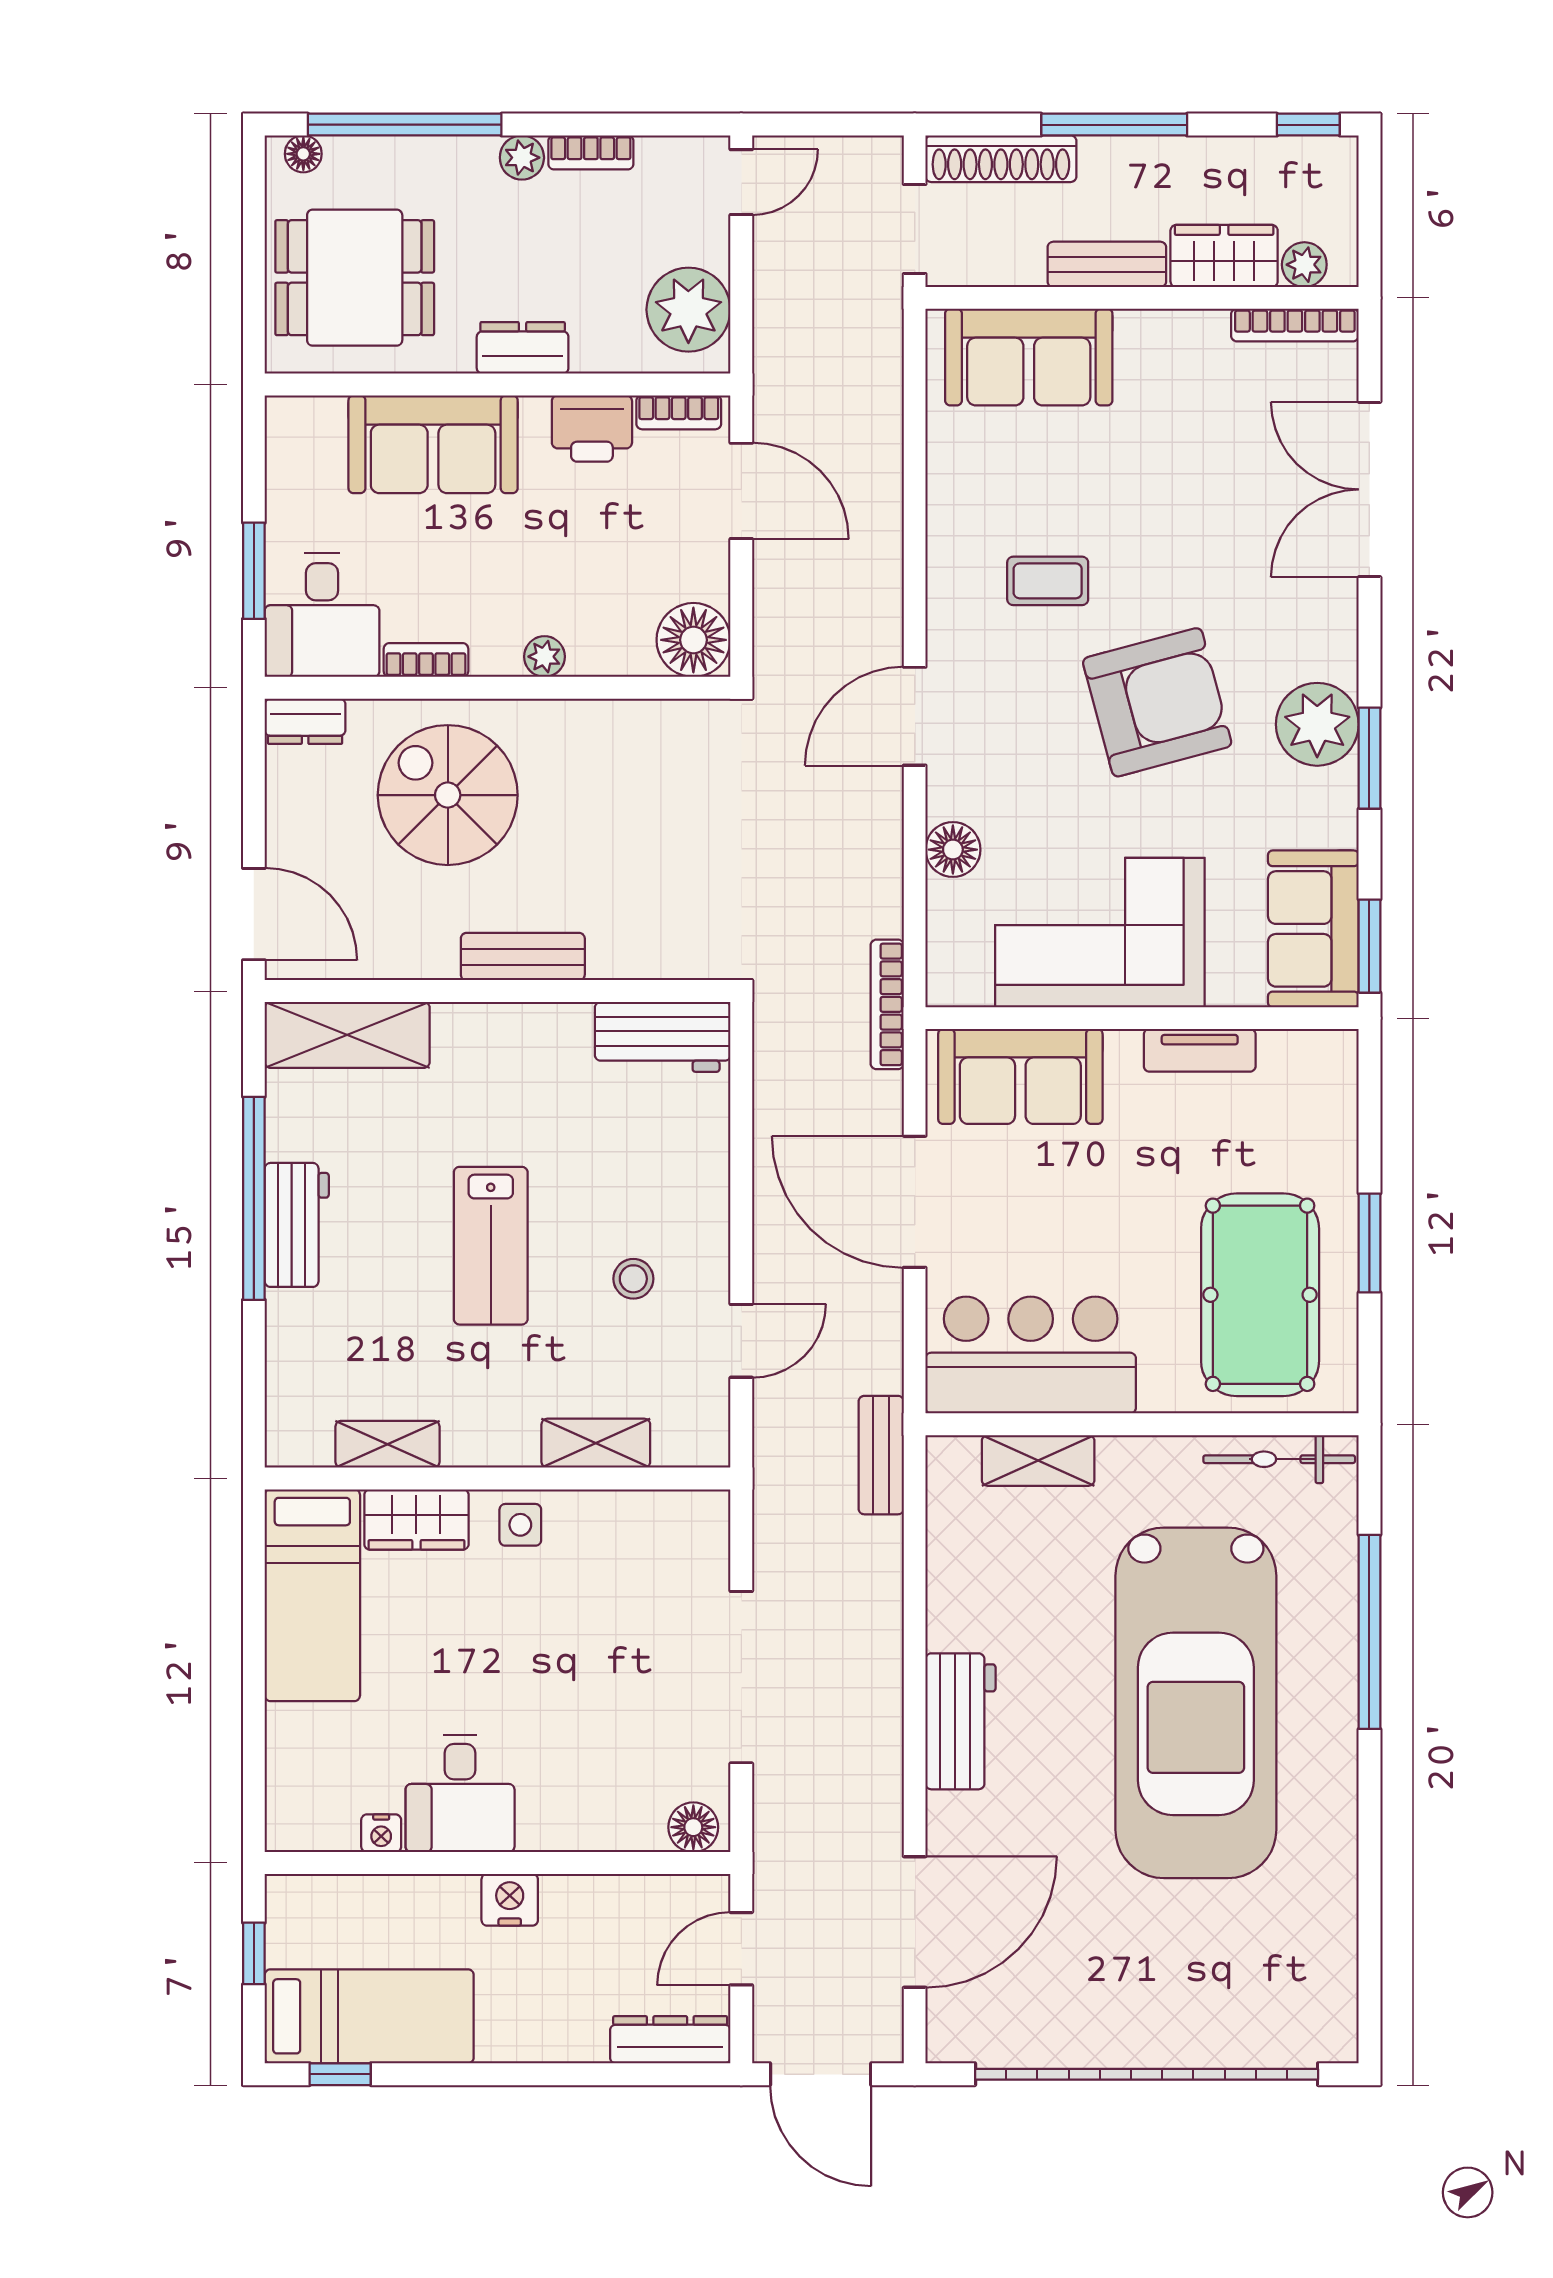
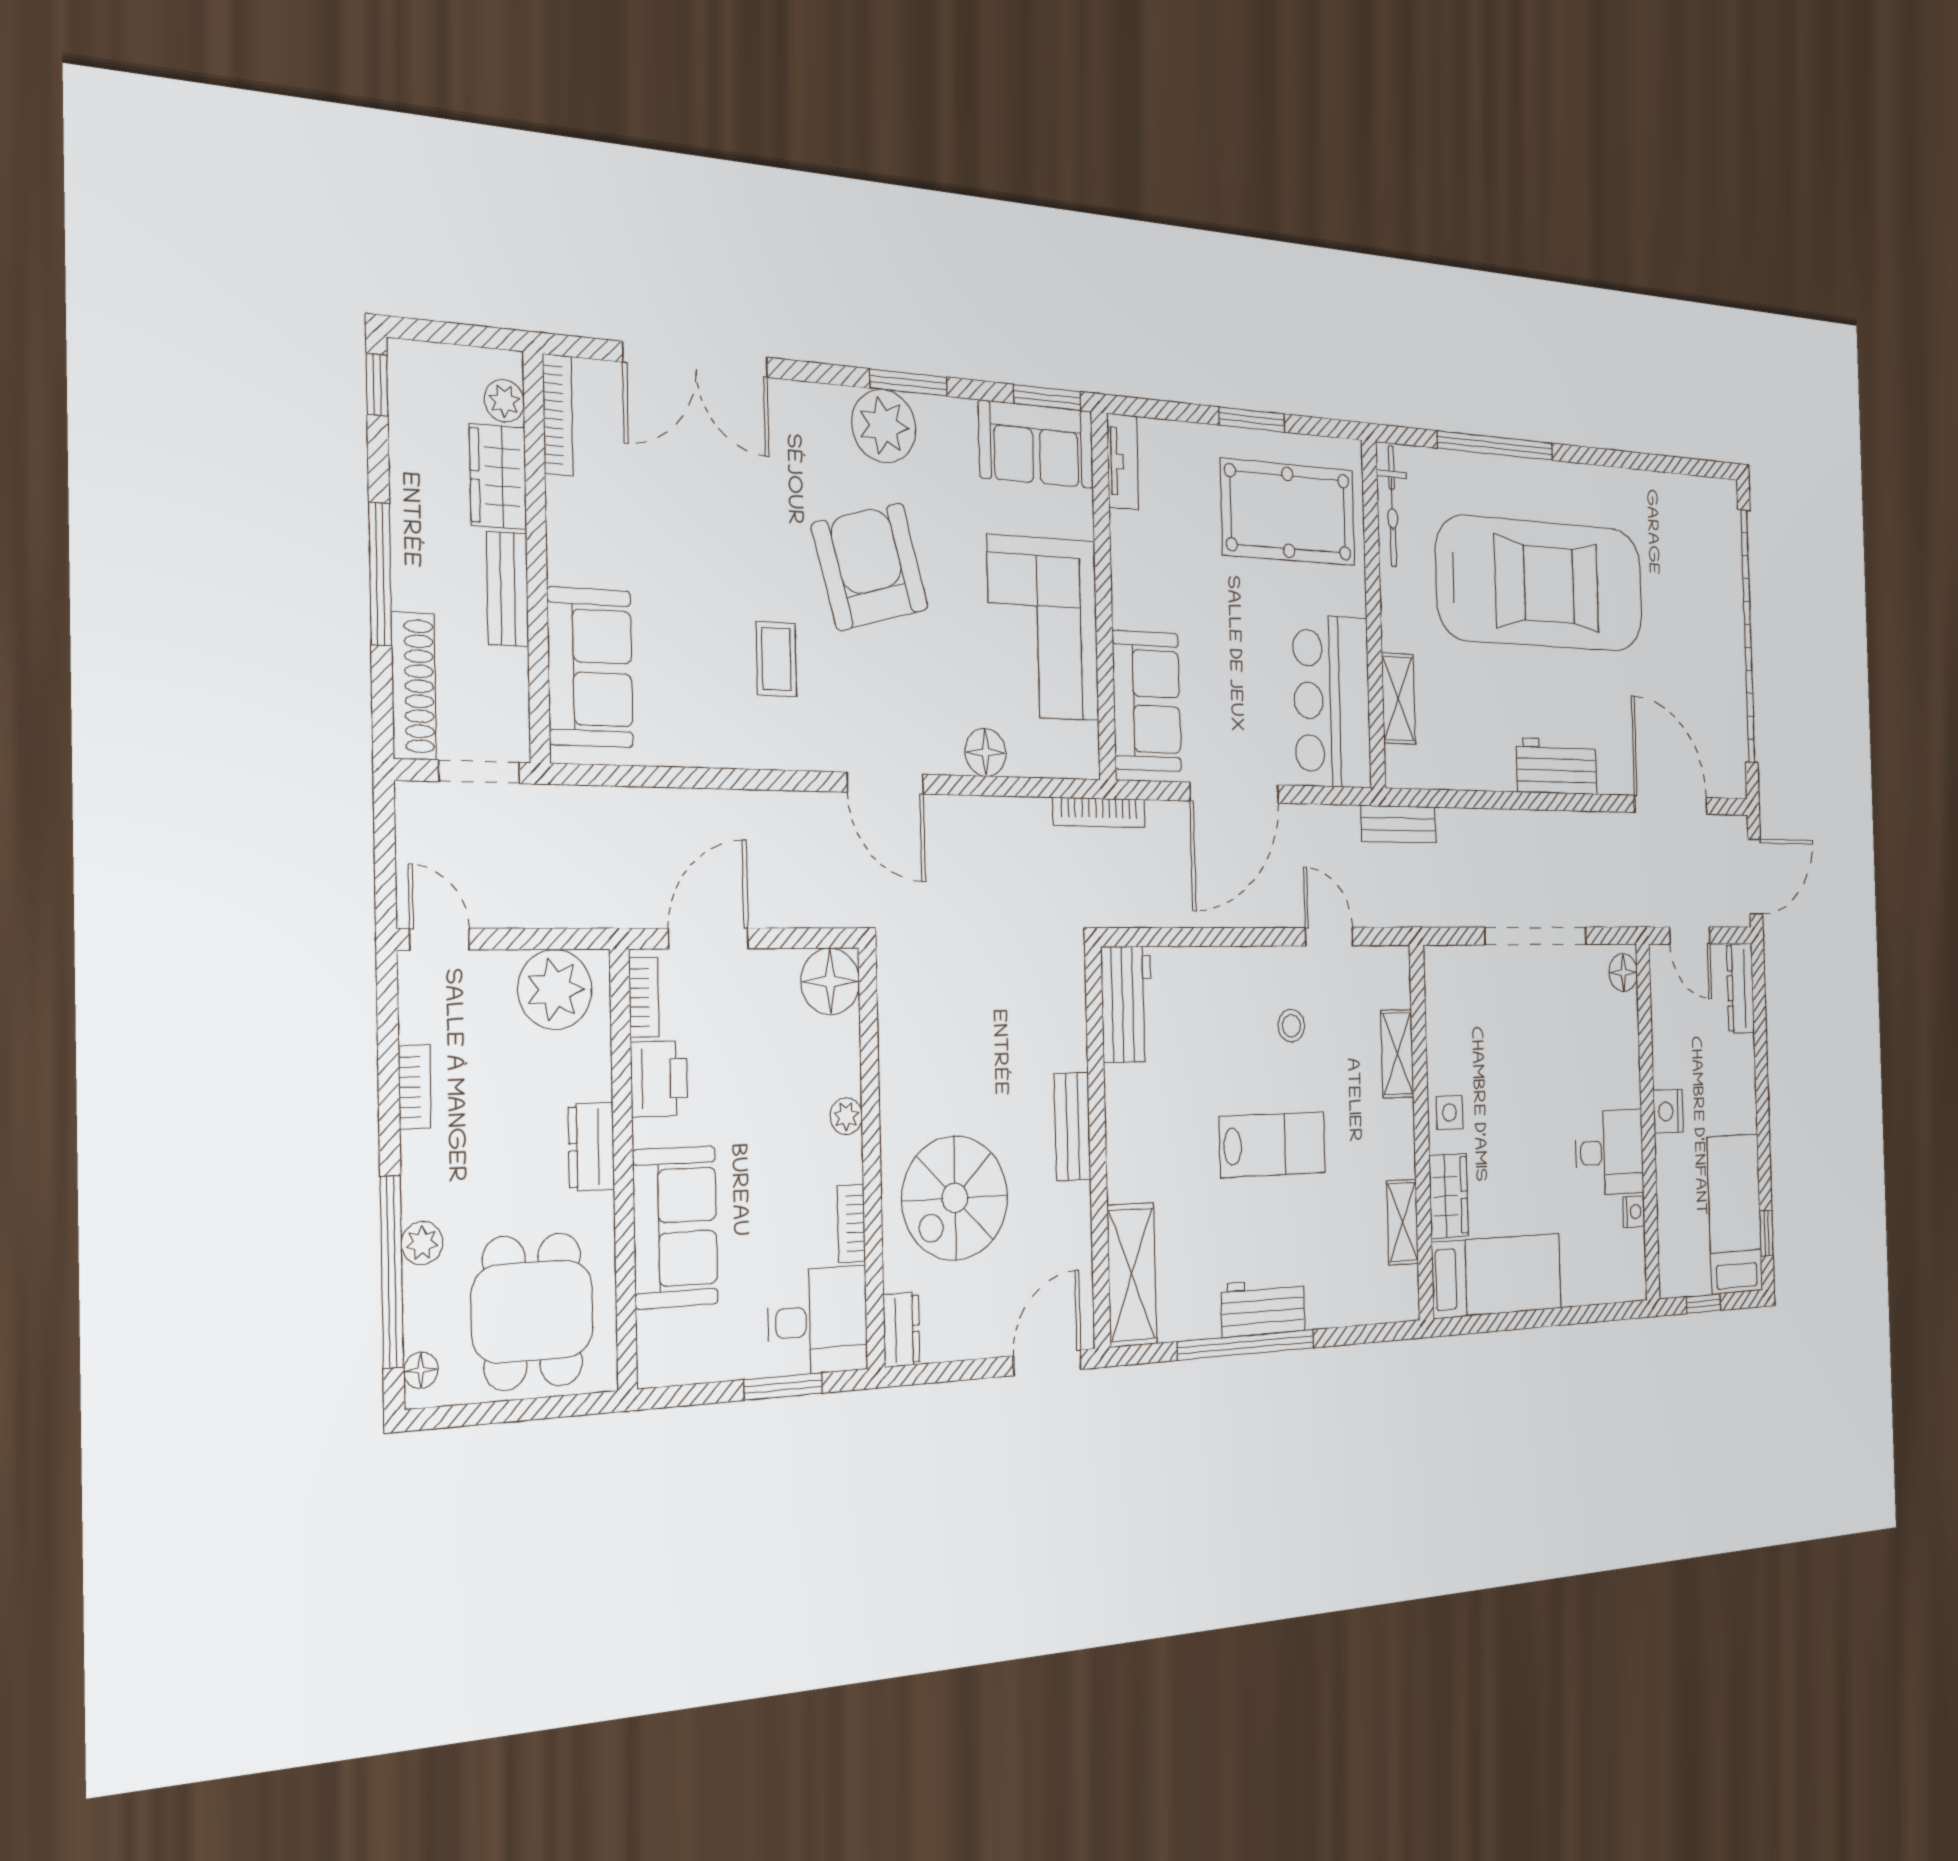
plant: (522, 158) -> (422, 1243), moved
tv unit: (1200, 1050) -> (1123, 462), moved

